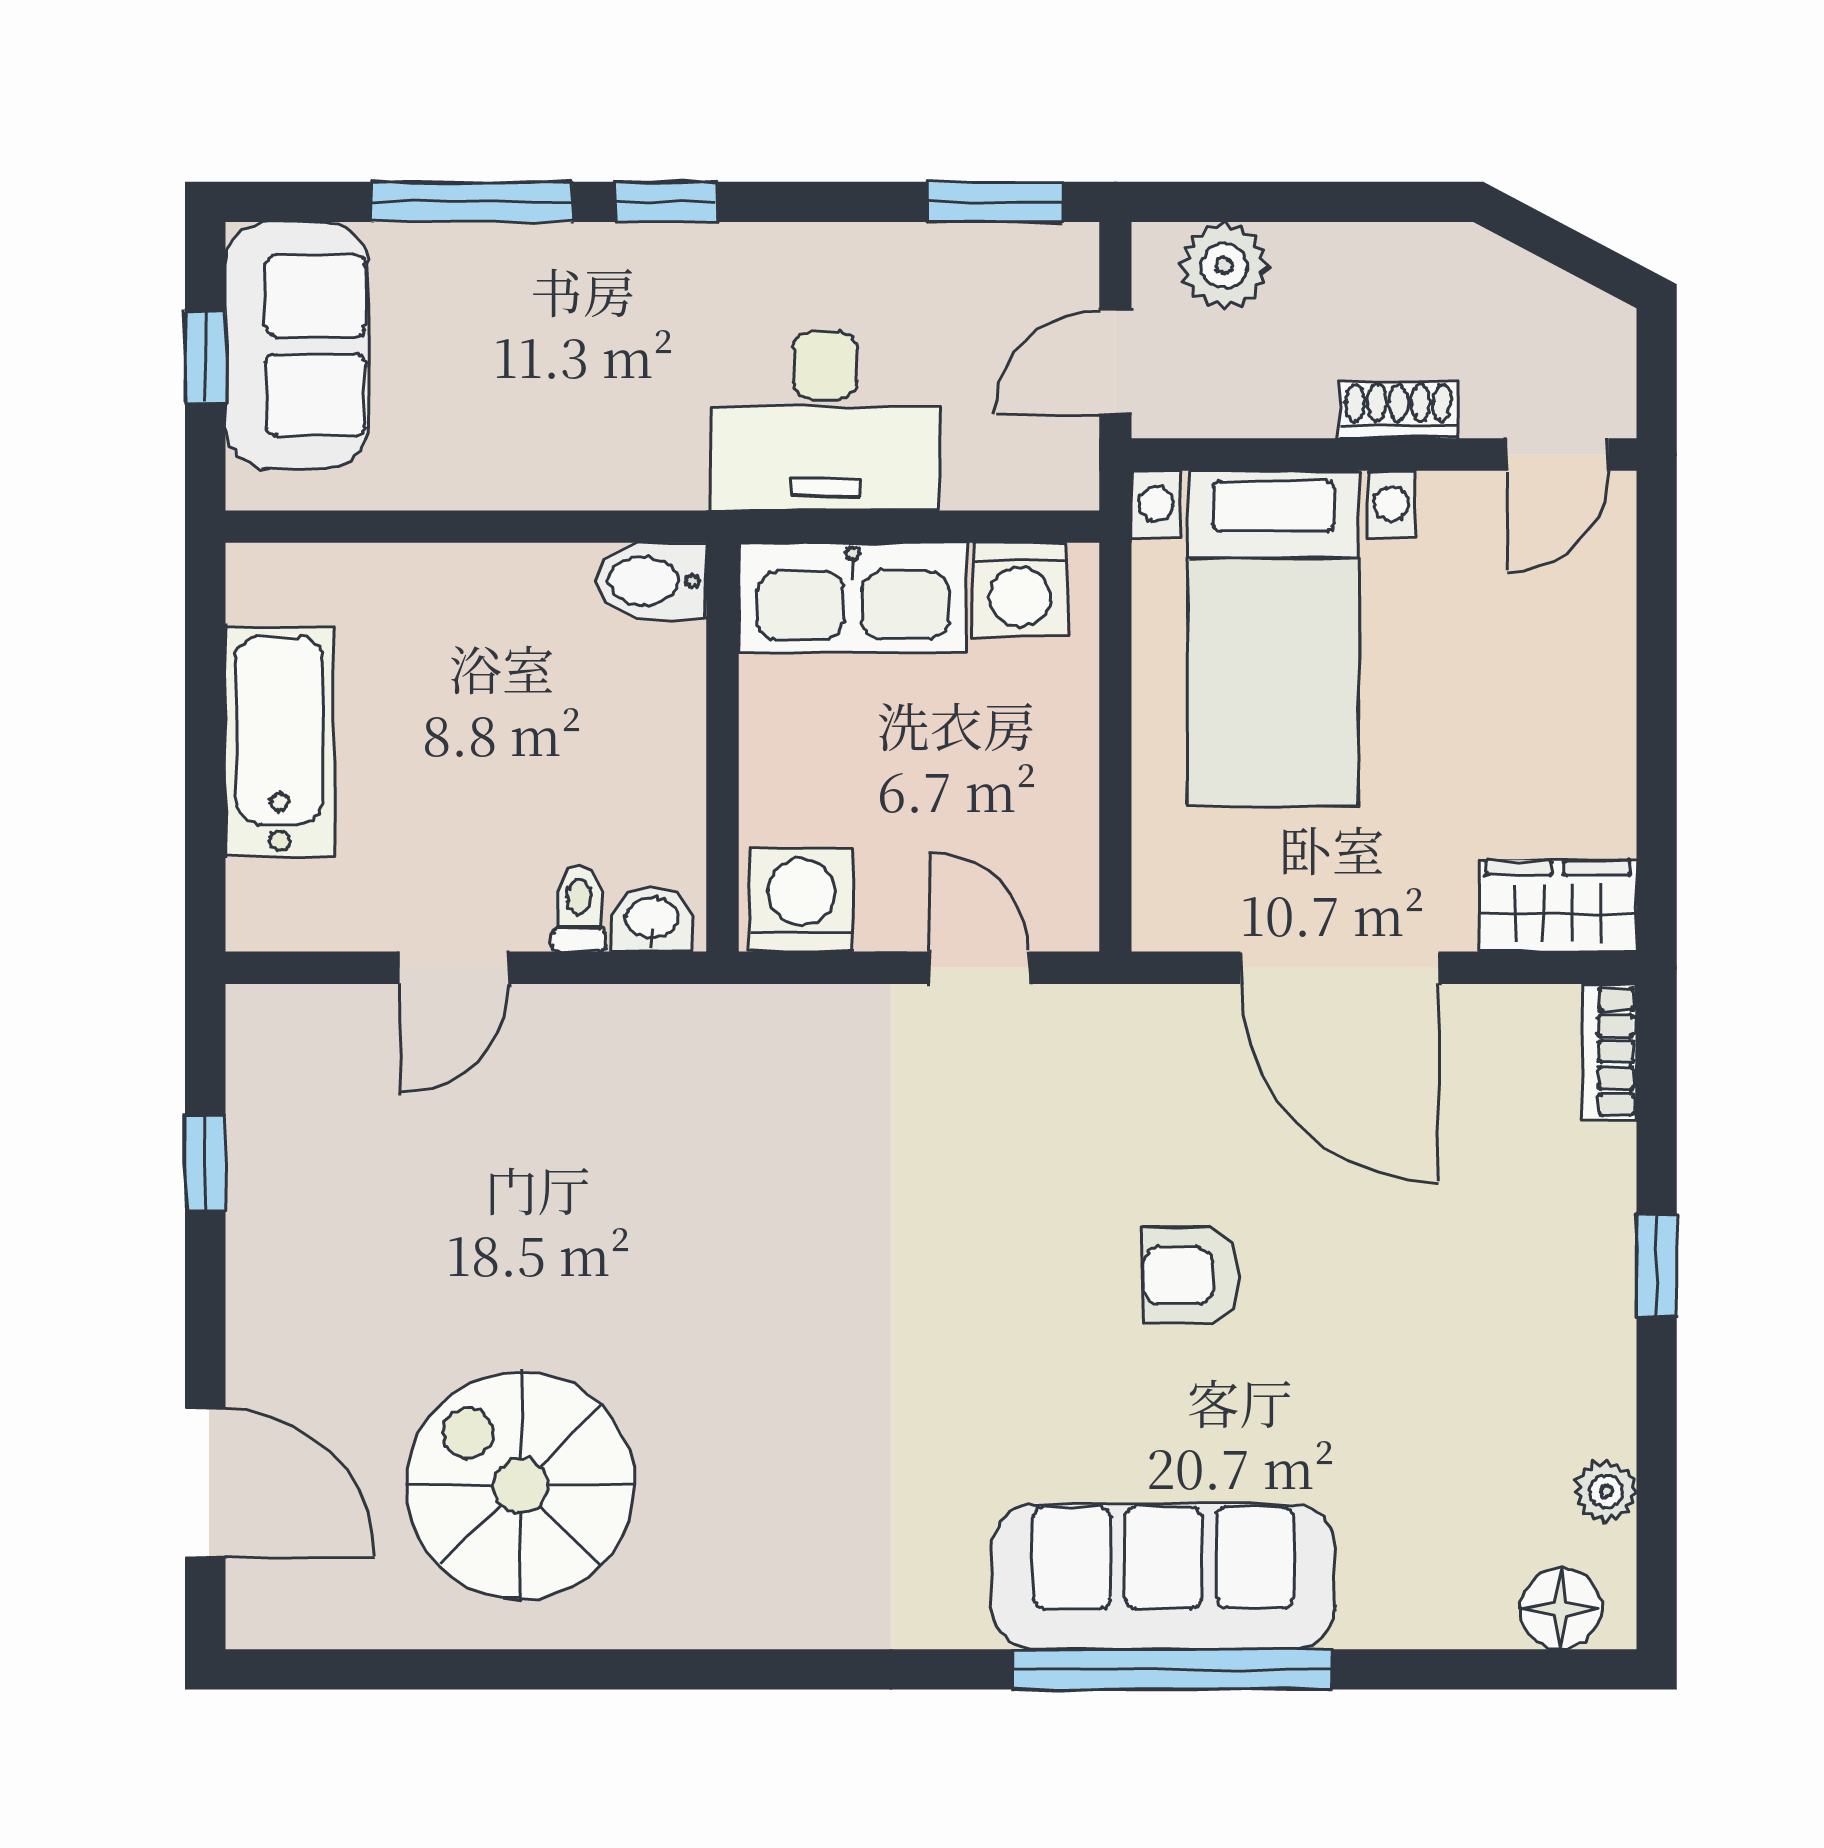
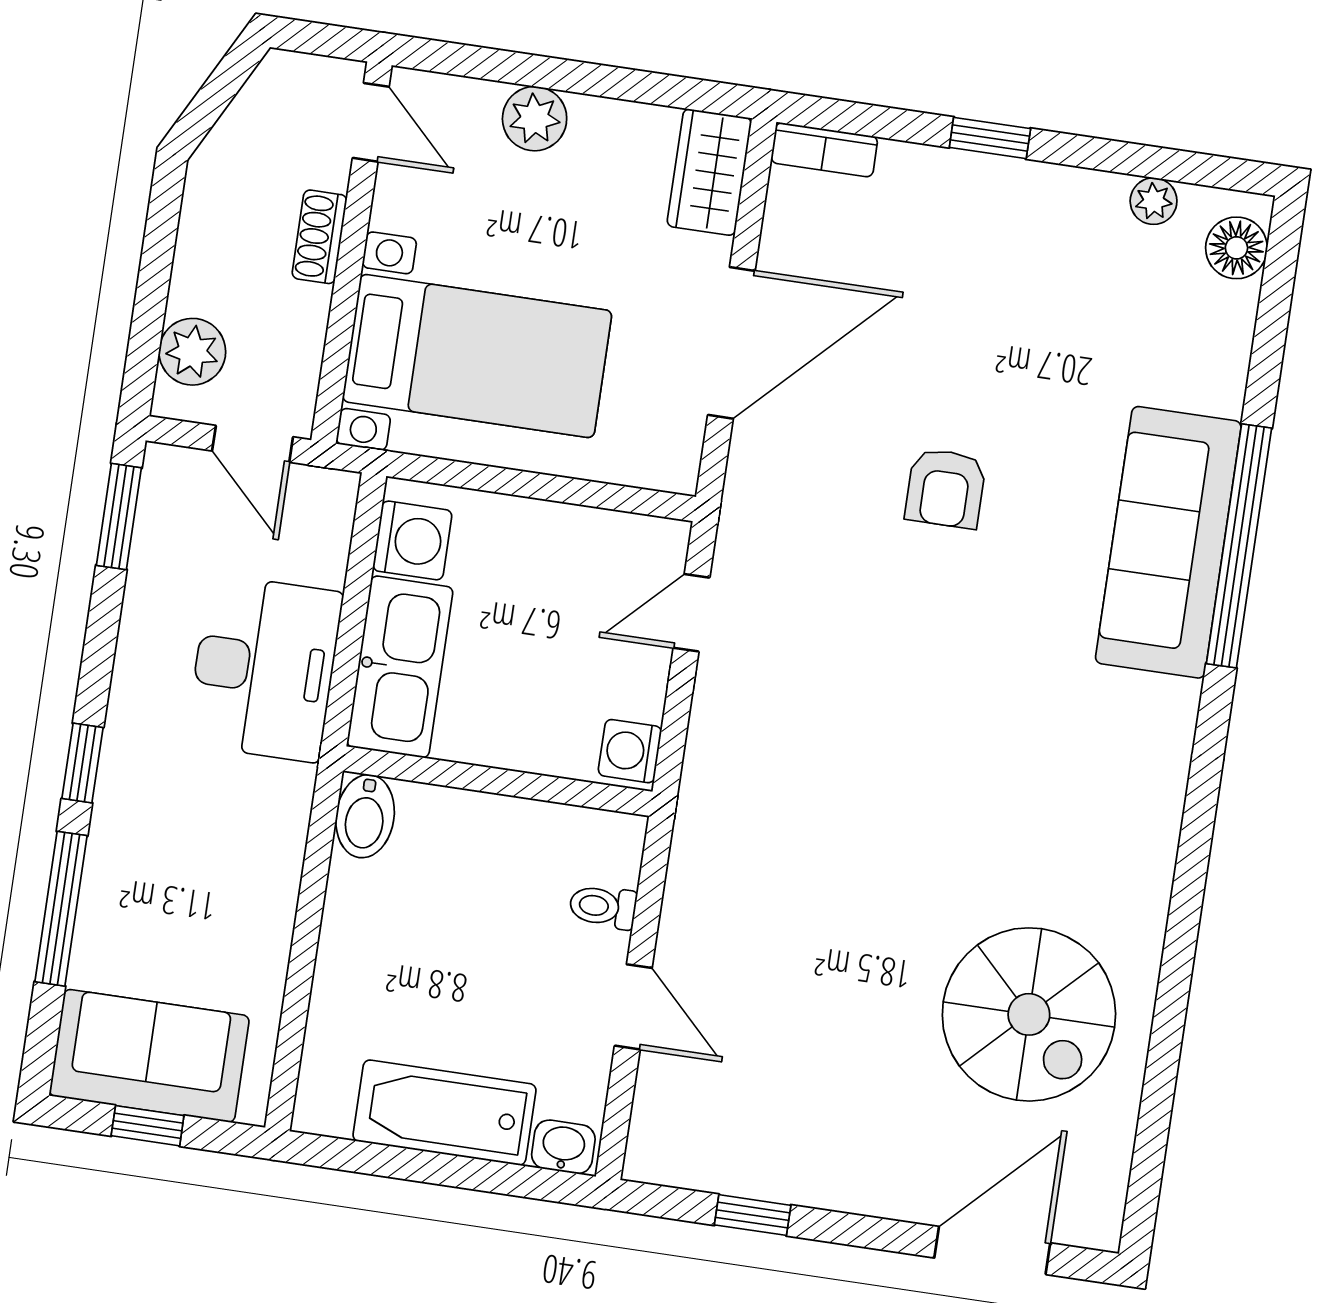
plant: (1594, 668) -> (535, 119), added
washing machine: (801, 900) -> (630, 751), width x0.73, depth x0.73
washbasin: (652, 919) -> (563, 1147), moved, turned 90
spiral stairs: (520, 1486) -> (1029, 1014), turned -90

